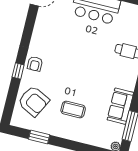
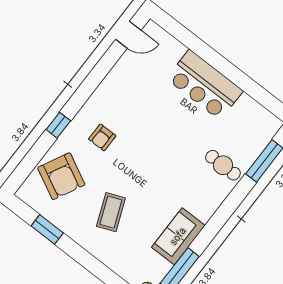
armchair: (35, 64) -> (102, 137), moved
coffee table: (73, 110) -> (111, 212), turned 68

